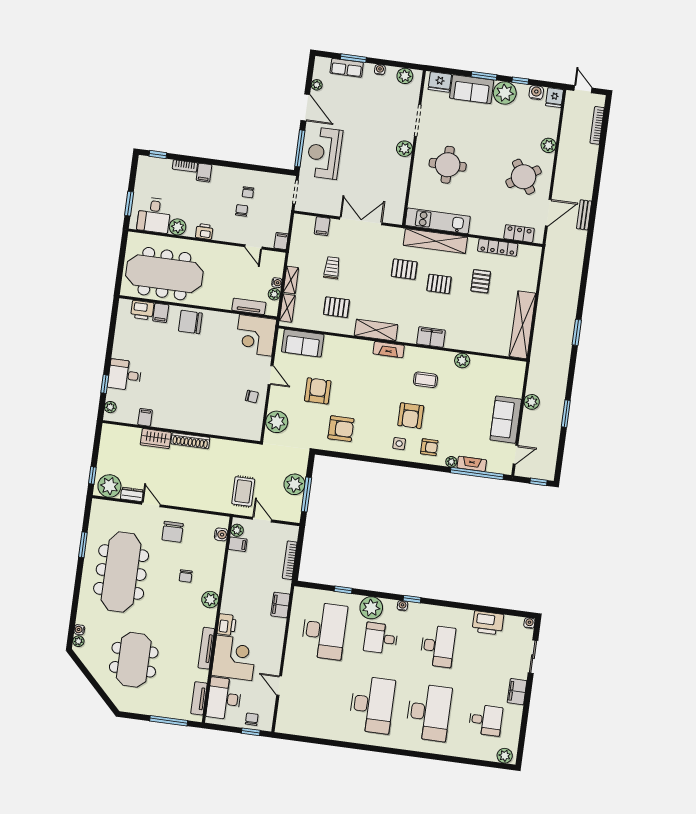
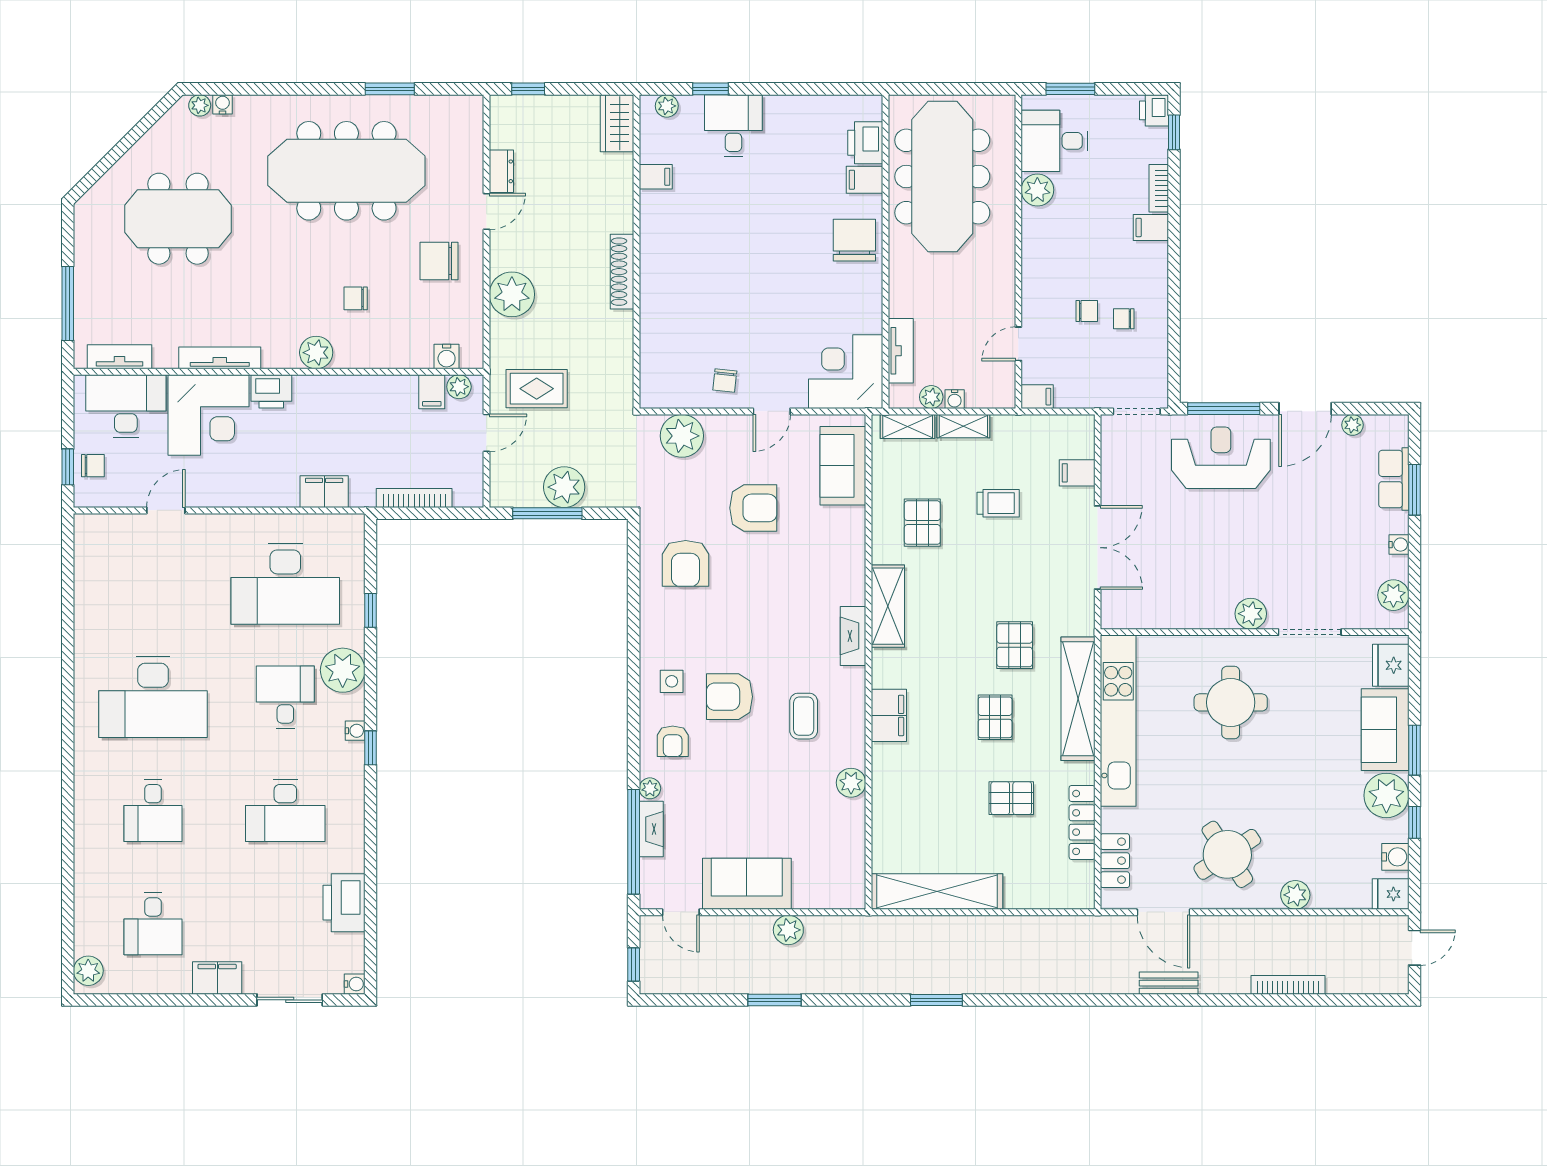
bookcase: (597, 125) -> (1288, 985), moved
kitchen unit: (438, 221) -> (1118, 721), width x1.36
printer: (204, 231) -> (1154, 110), moved, turned 180
wardrobe: (156, 439) -> (617, 123), moved
plant: (109, 486) -> (512, 294), moved
desk: (429, 712) -> (153, 810), width x0.53, depth x0.77

